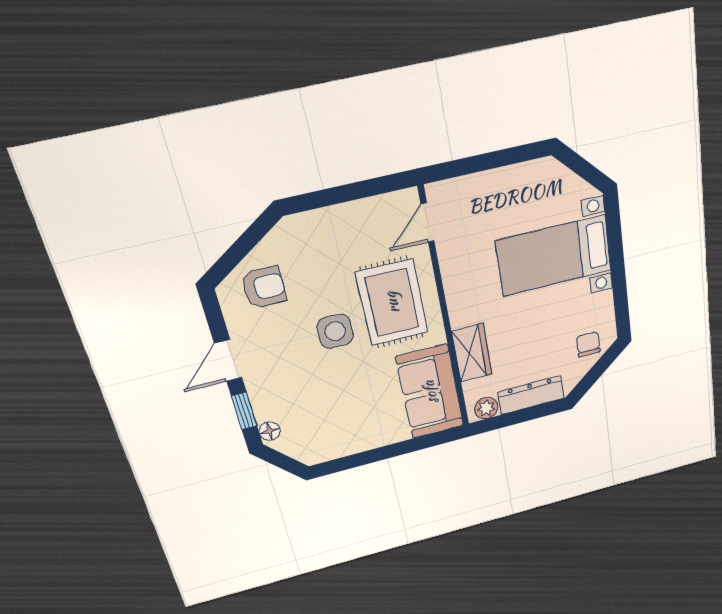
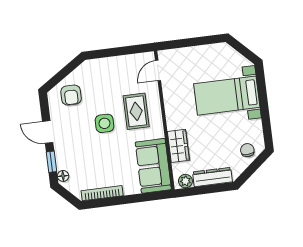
armchair: (264, 287) -> (71, 95), turned 90
rug: (392, 303) -> (136, 111), width x0.73, depth x0.70
door: (228, 361) -> (48, 132), hinge flipped
bookcase: (344, 448) -> (102, 193), added

